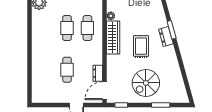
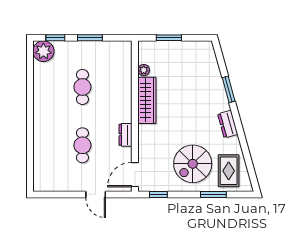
cafe table: (87, 28) -> (111, 87), removed
dresser: (166, 37) -> (228, 124), moved
rug: (141, 46) -> (229, 171), moved
dresser: (98, 73) -> (126, 135), moved

